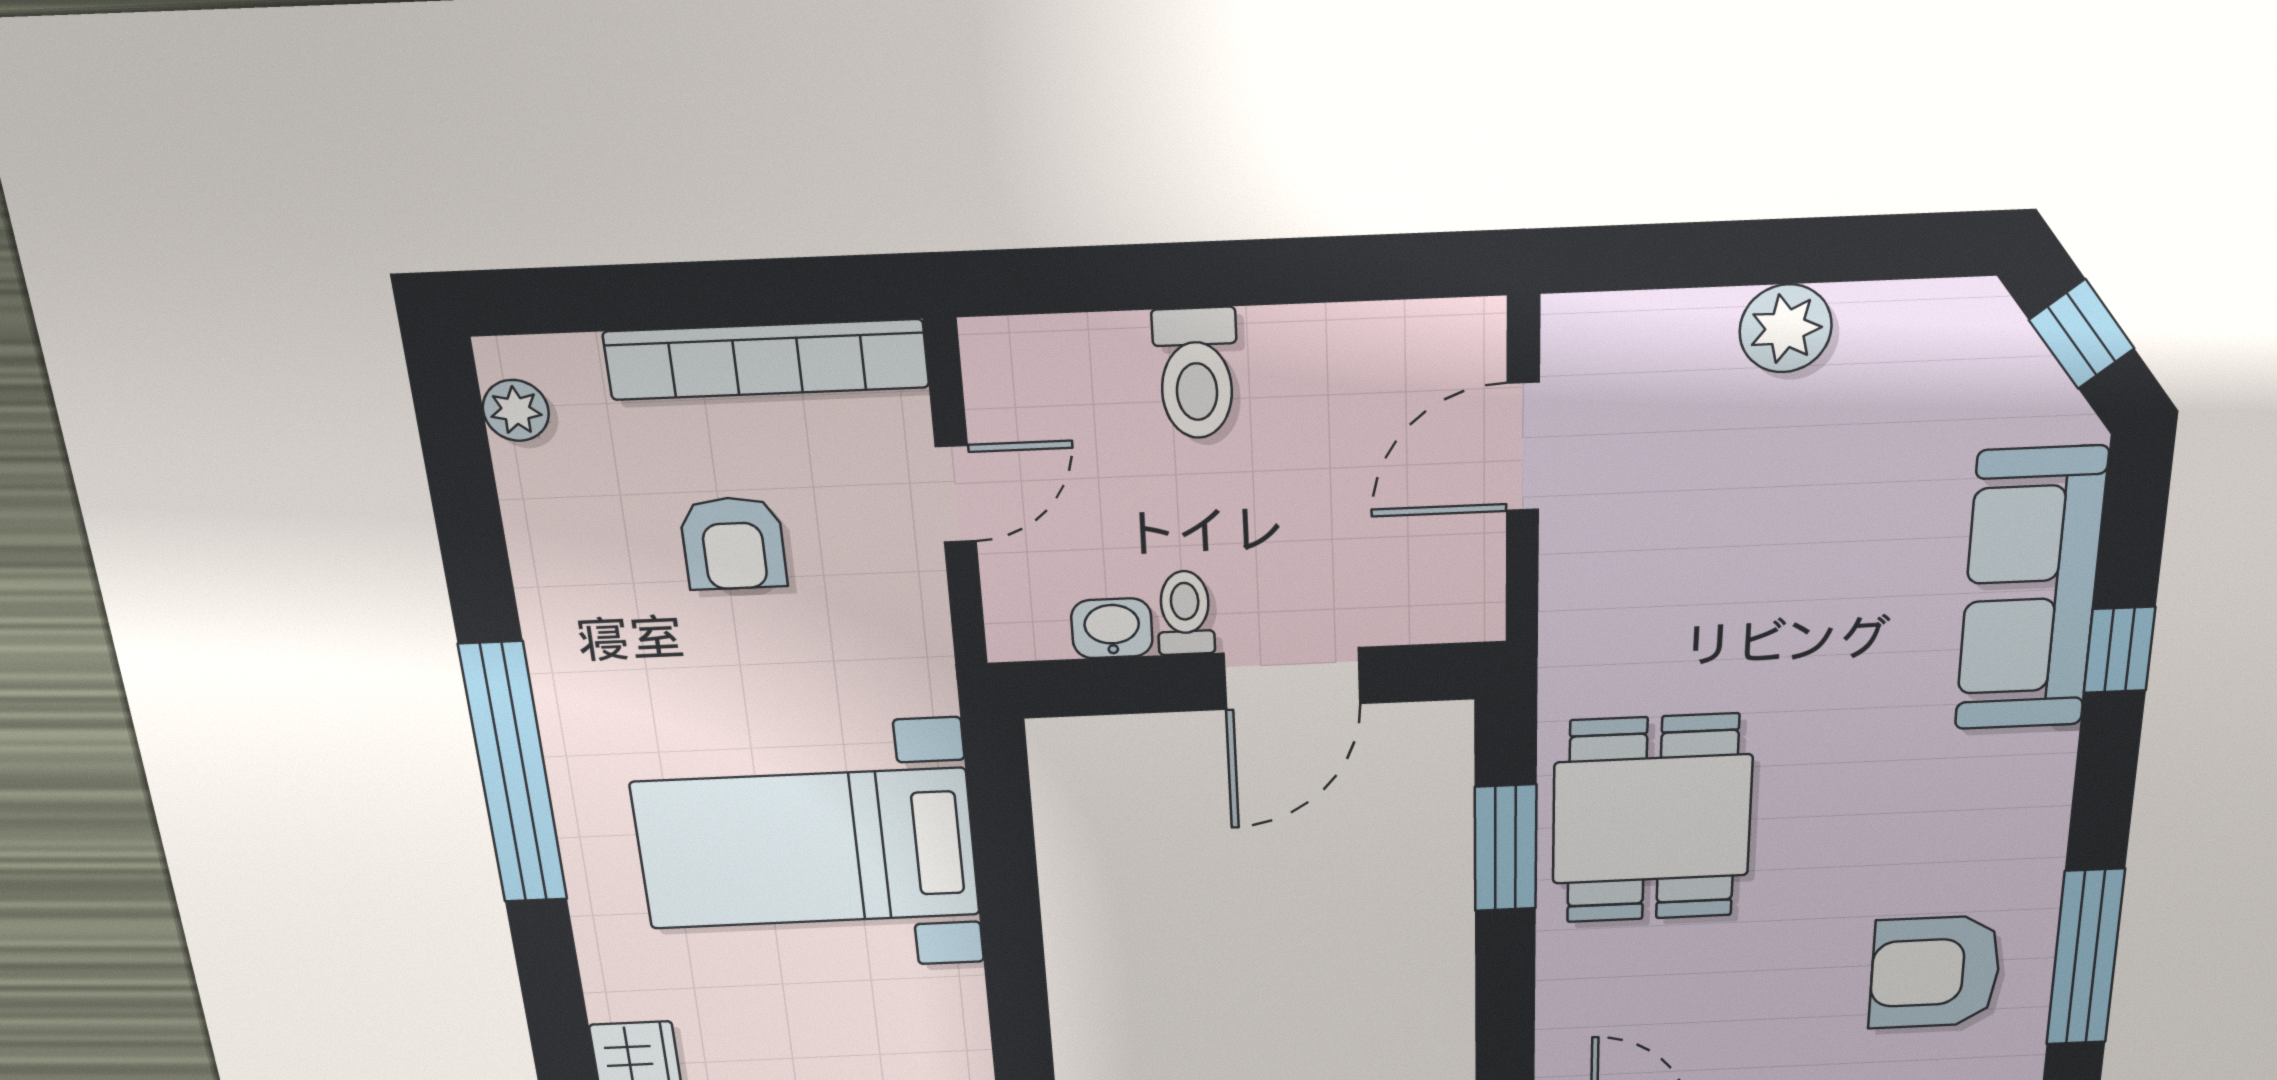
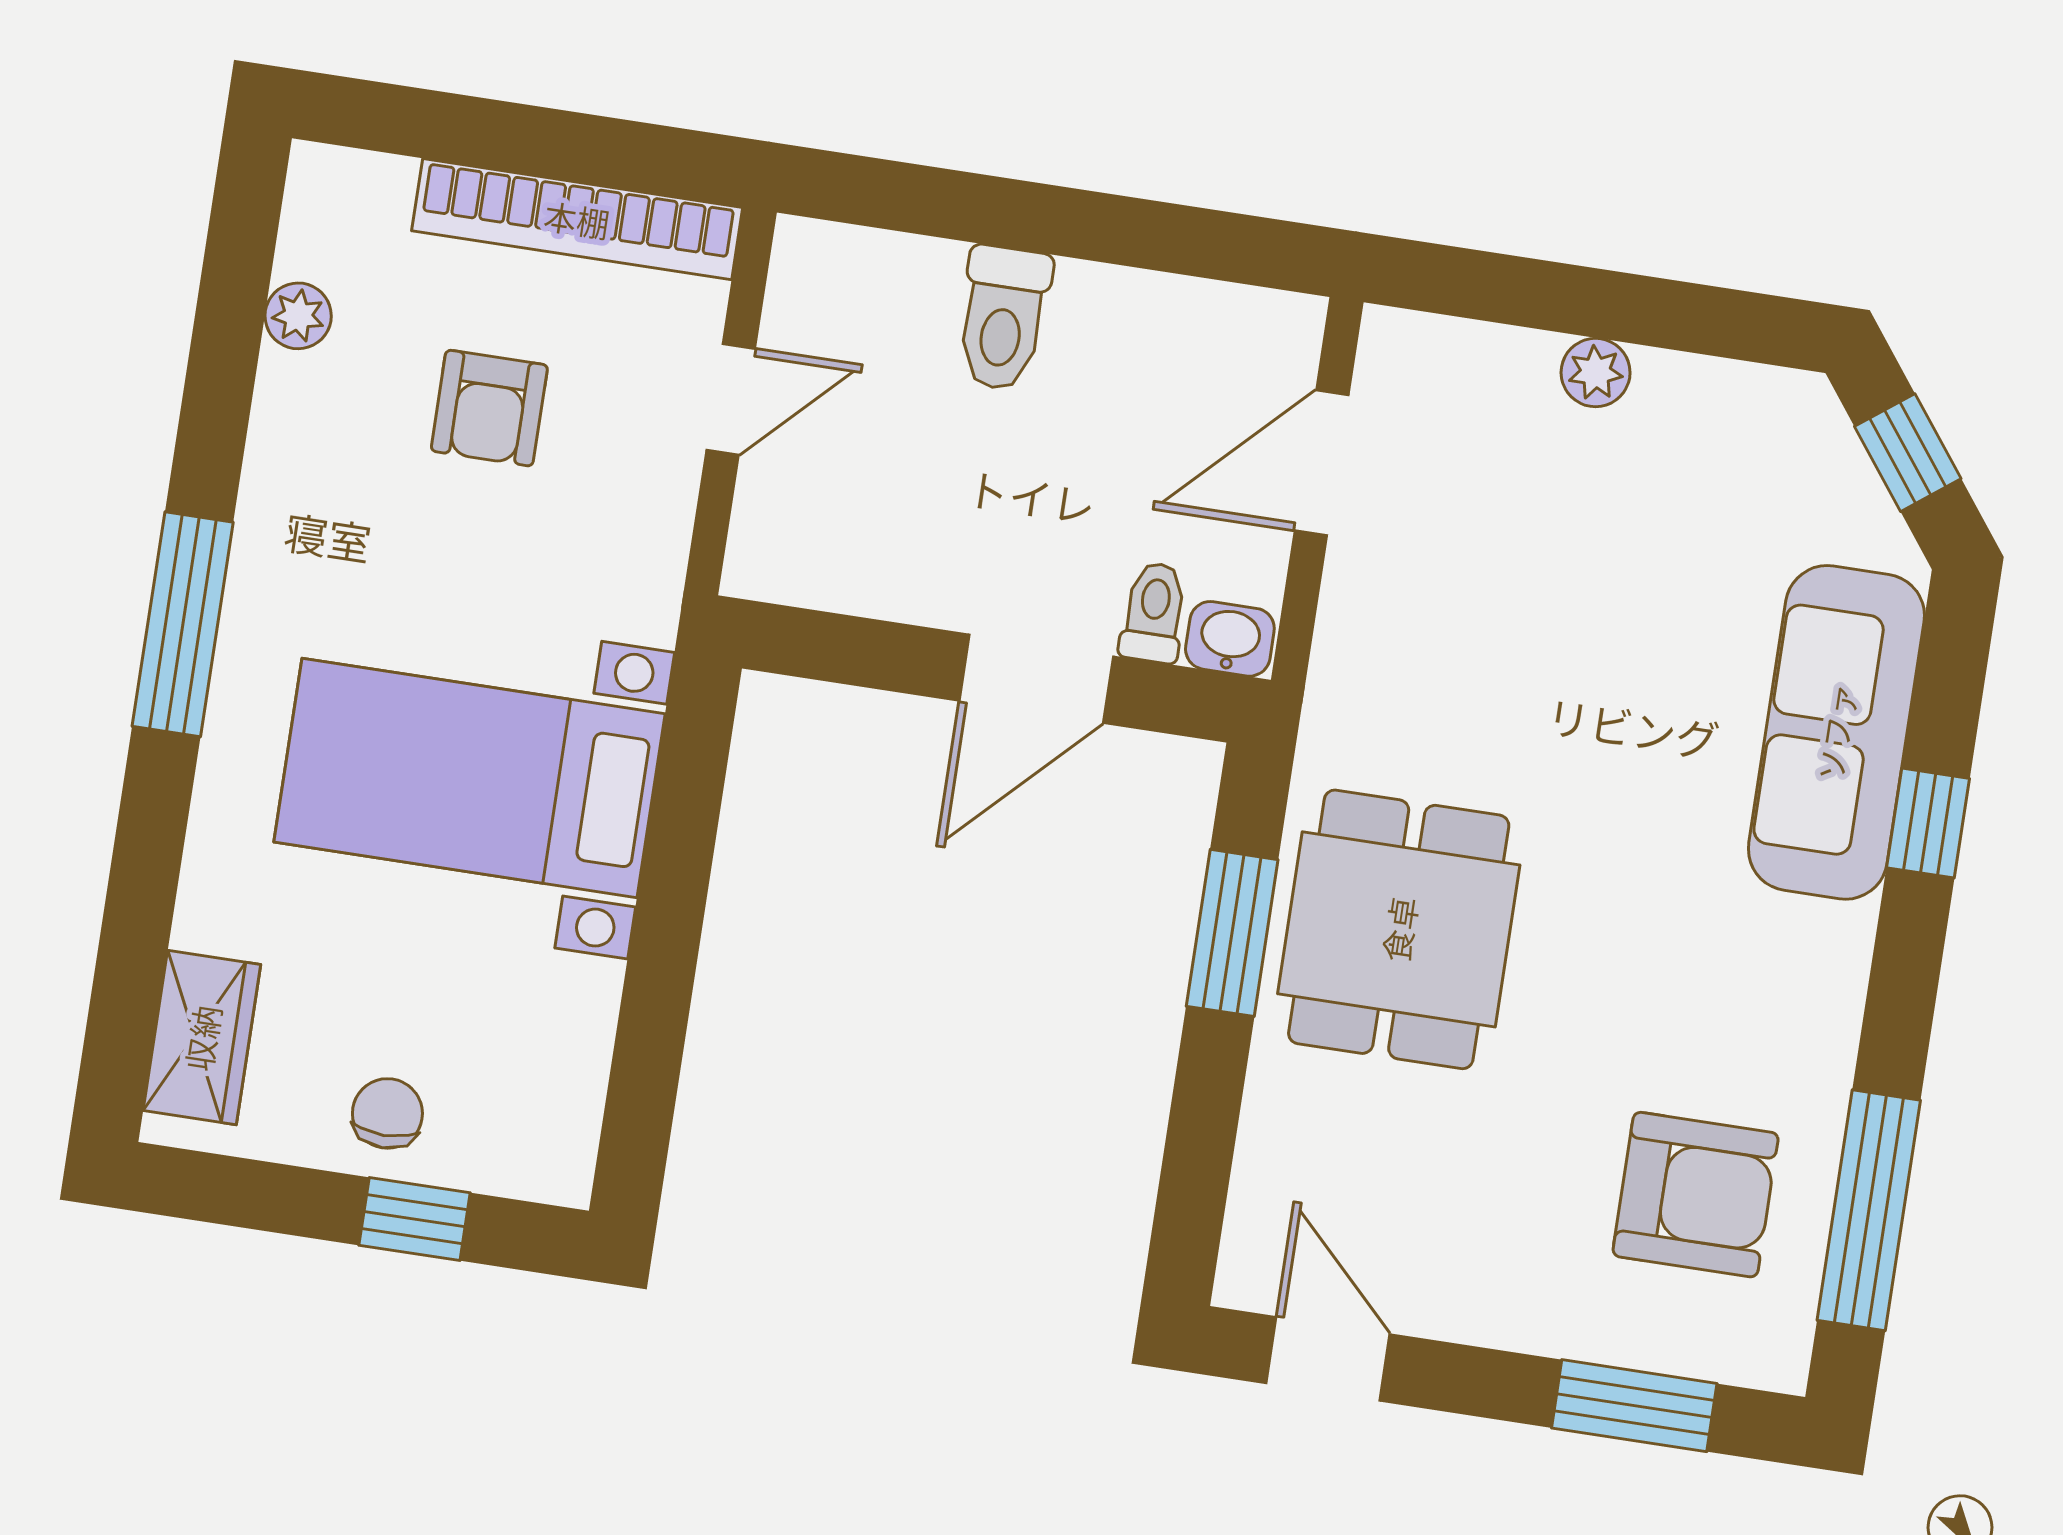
plant: (1786, 328) -> (1596, 373), width x0.73, depth x0.73
plant: (516, 410) -> (298, 316), moved
toilet: (1185, 613) -> (1154, 613), moved
washbasin: (1112, 628) -> (1230, 639), moved
window: (514, 774) -> (183, 624), width x0.68
armchair: (1935, 972) -> (1696, 1195), turned 180

